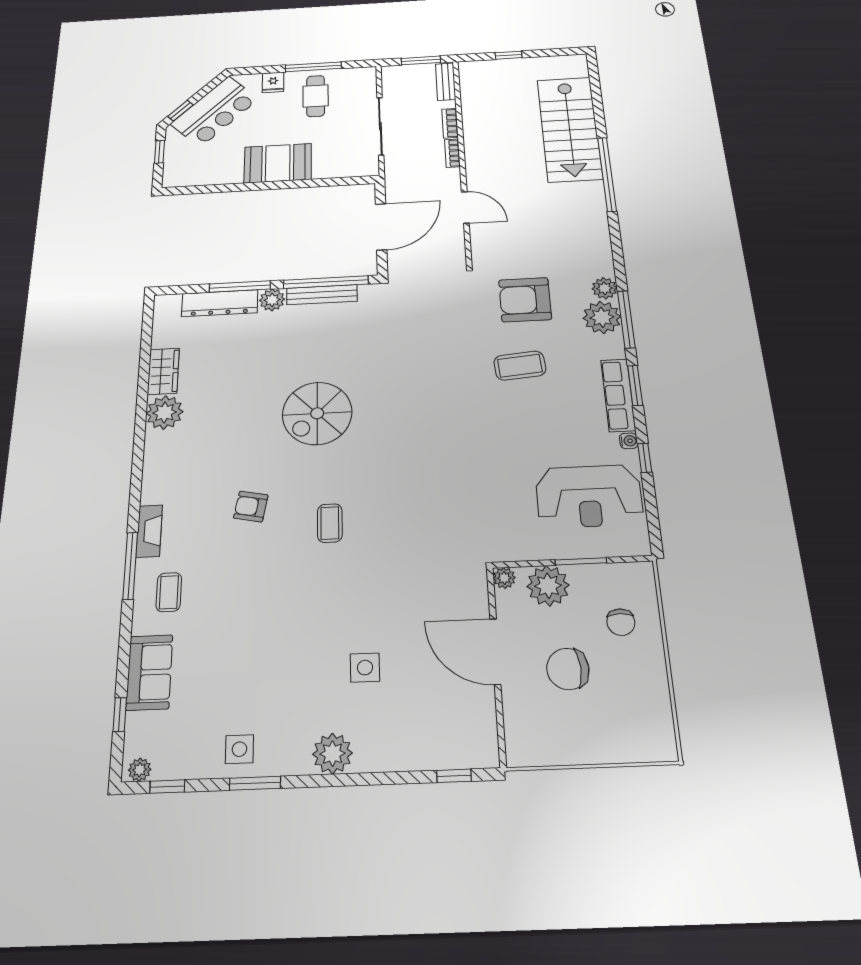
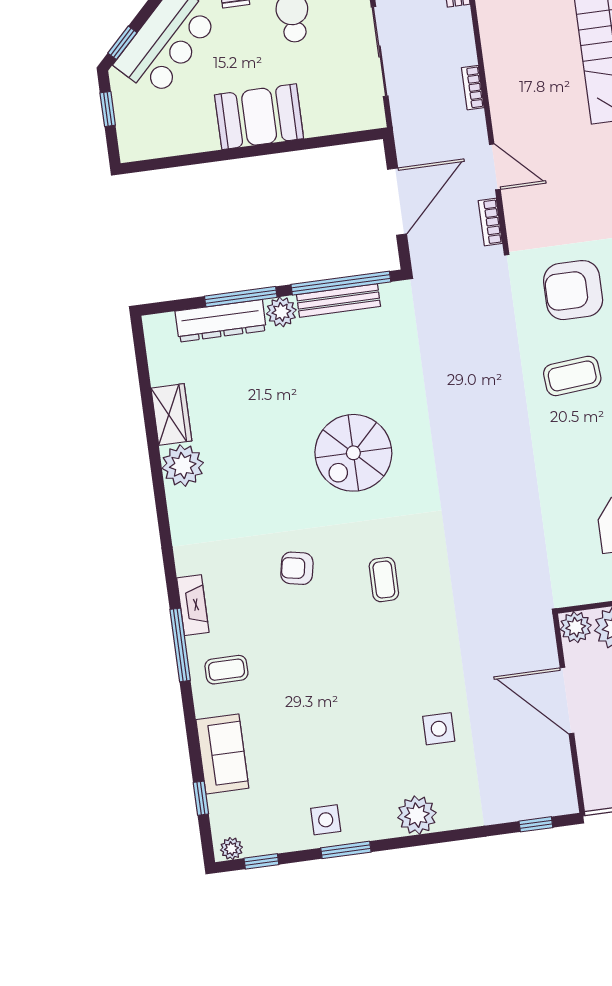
bookcase: (450, 123) -> (490, 222), moved
plant: (504, 578) -> (576, 627), width x1.38, depth x1.38
coffee table: (169, 592) -> (226, 670), turned 90

